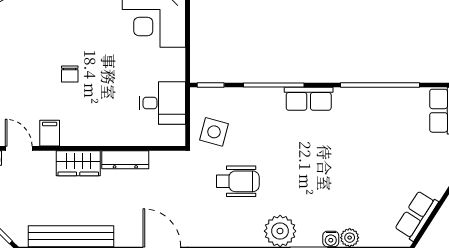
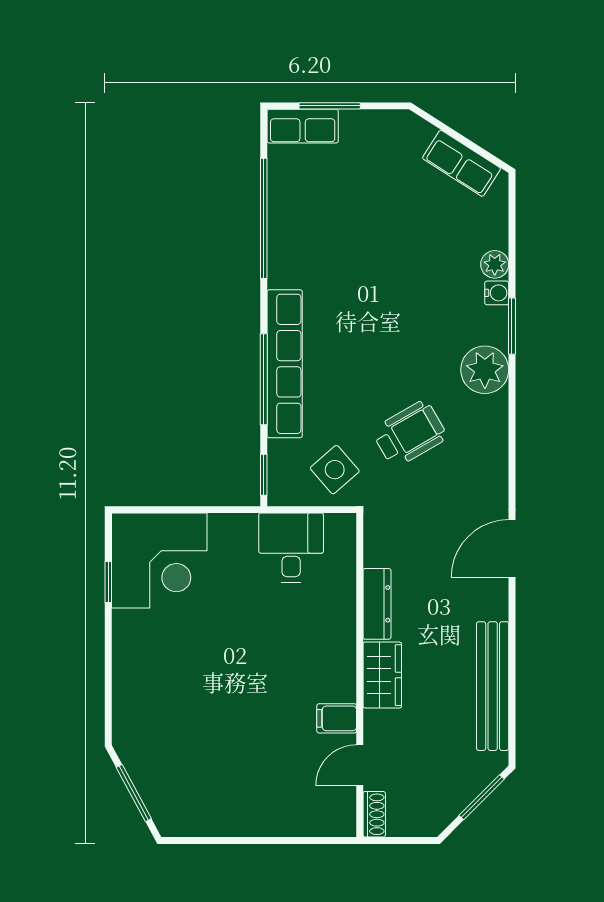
chair: (70, 74) -> (247, 688), removed
row of seats: (309, 99) -> (285, 364), width x2.02
side table: (214, 132) -> (335, 470), turned 34
wheelchair: (238, 181) -> (410, 434), turned 60

